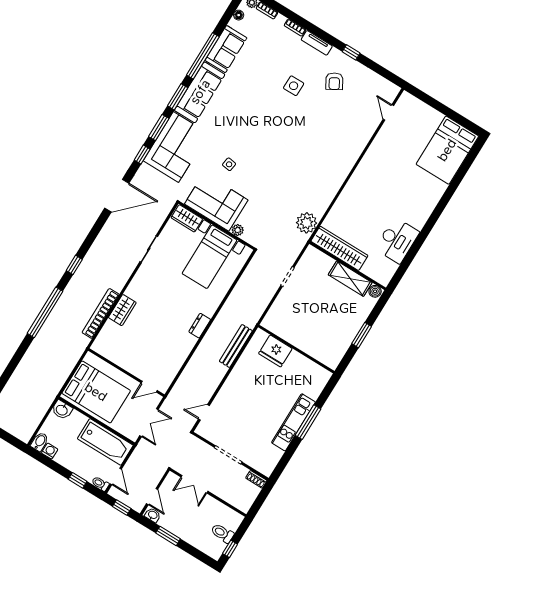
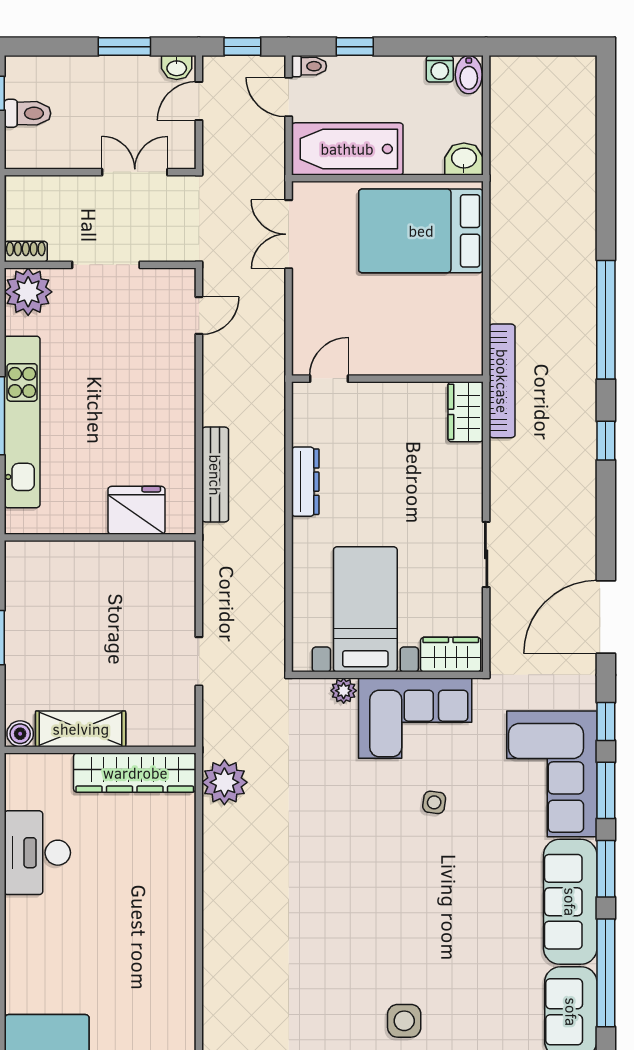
dresser: (200, 326) -> (305, 482), width x1.44
wall: (126, 373) -> (387, 379), moved
door: (149, 387) -> (329, 379), moved
kitchen unit: (293, 422) -> (22, 422), width x1.36
plant: (265, 463) -> (28, 292), added
door: (152, 497) -> (199, 101), hinge flipped

